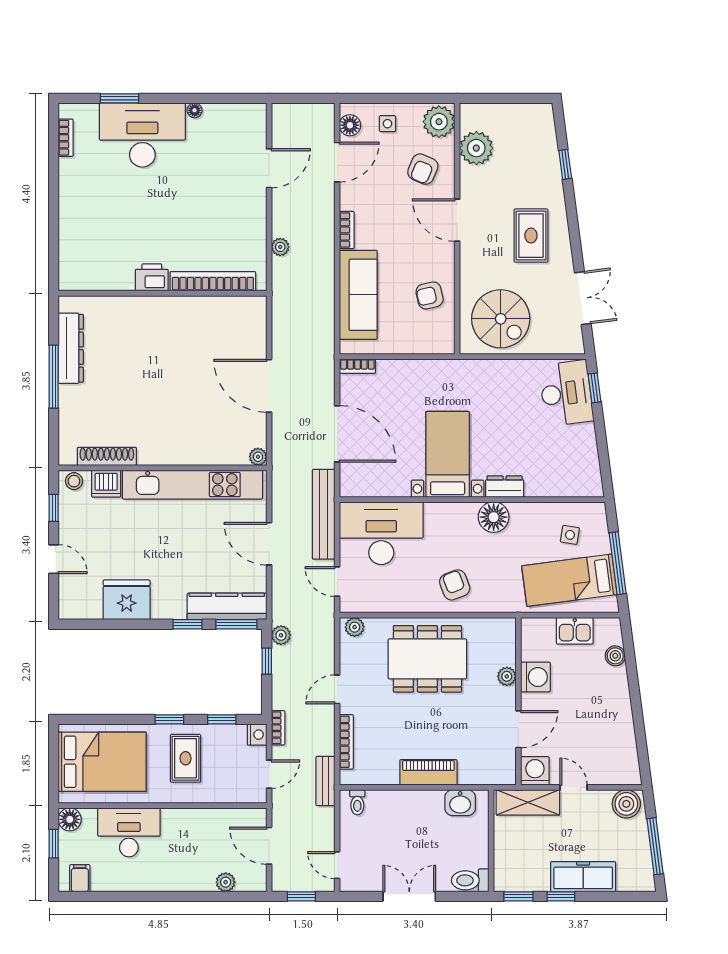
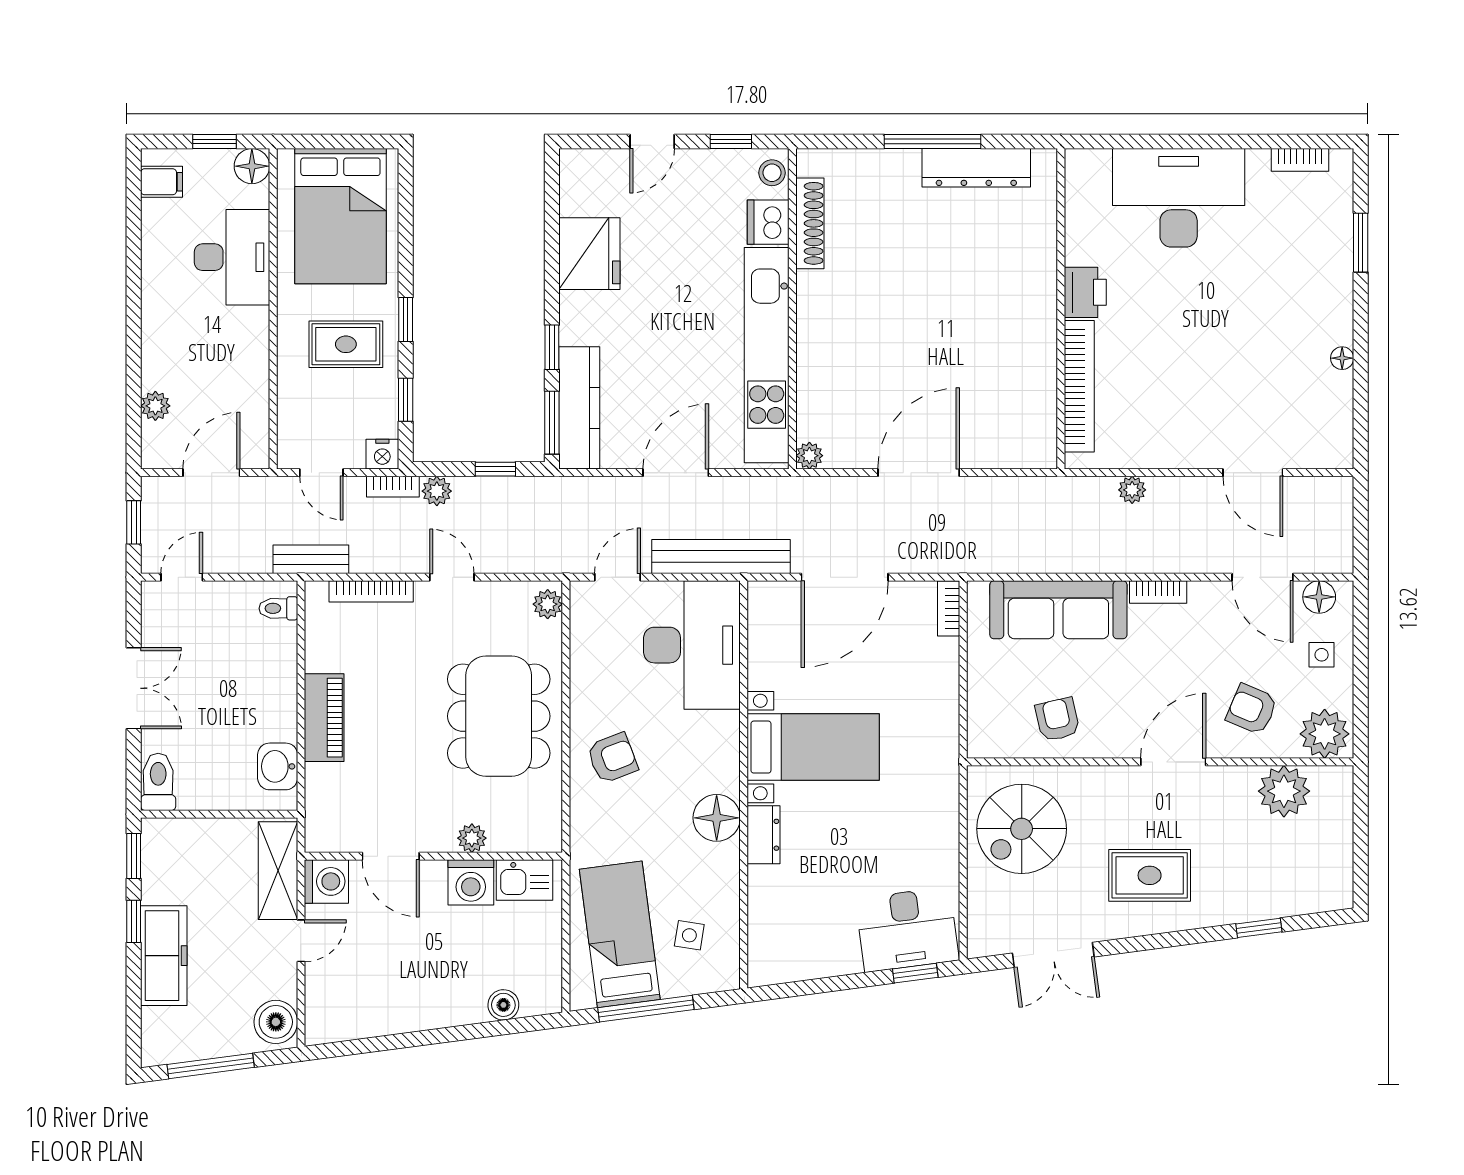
desk: (142, 135) -> (1179, 198), moved, turned -90
kitchen sink: (575, 631) -> (525, 880), moved, turned -90
plant: (281, 635) -> (437, 491), moved

